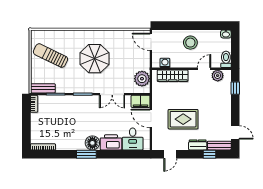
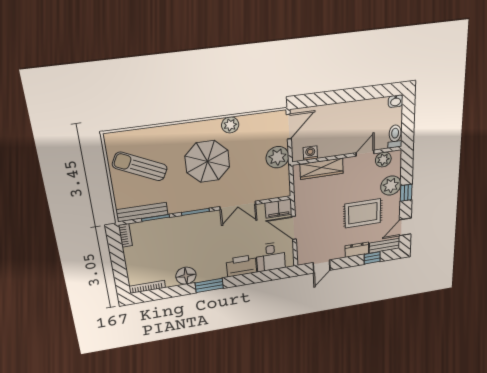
plant: (112, 35) -> (230, 125), added
door: (151, 42) -> (289, 127), swing flipped
stool: (190, 43) -> (346, 120), removed
plant: (142, 79) -> (277, 157), moved
bench: (43, 88) -> (142, 212), width x1.36
window: (235, 88) -> (406, 193), moved
plant: (223, 97) -> (391, 186), added
rug: (183, 119) -> (363, 213), moved
door: (235, 132) -> (405, 227), swing flipped
floor lamp: (92, 143) -> (186, 276), moved

